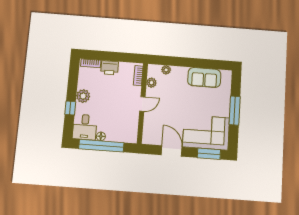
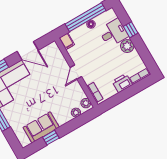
window: (202, 63) -> (51, 138), added
plant: (151, 83) -> (86, 103), moved
desk: (85, 127) -> (113, 33), moved, turned 90
filing cabinet: (132, 136) -> (67, 41), added

